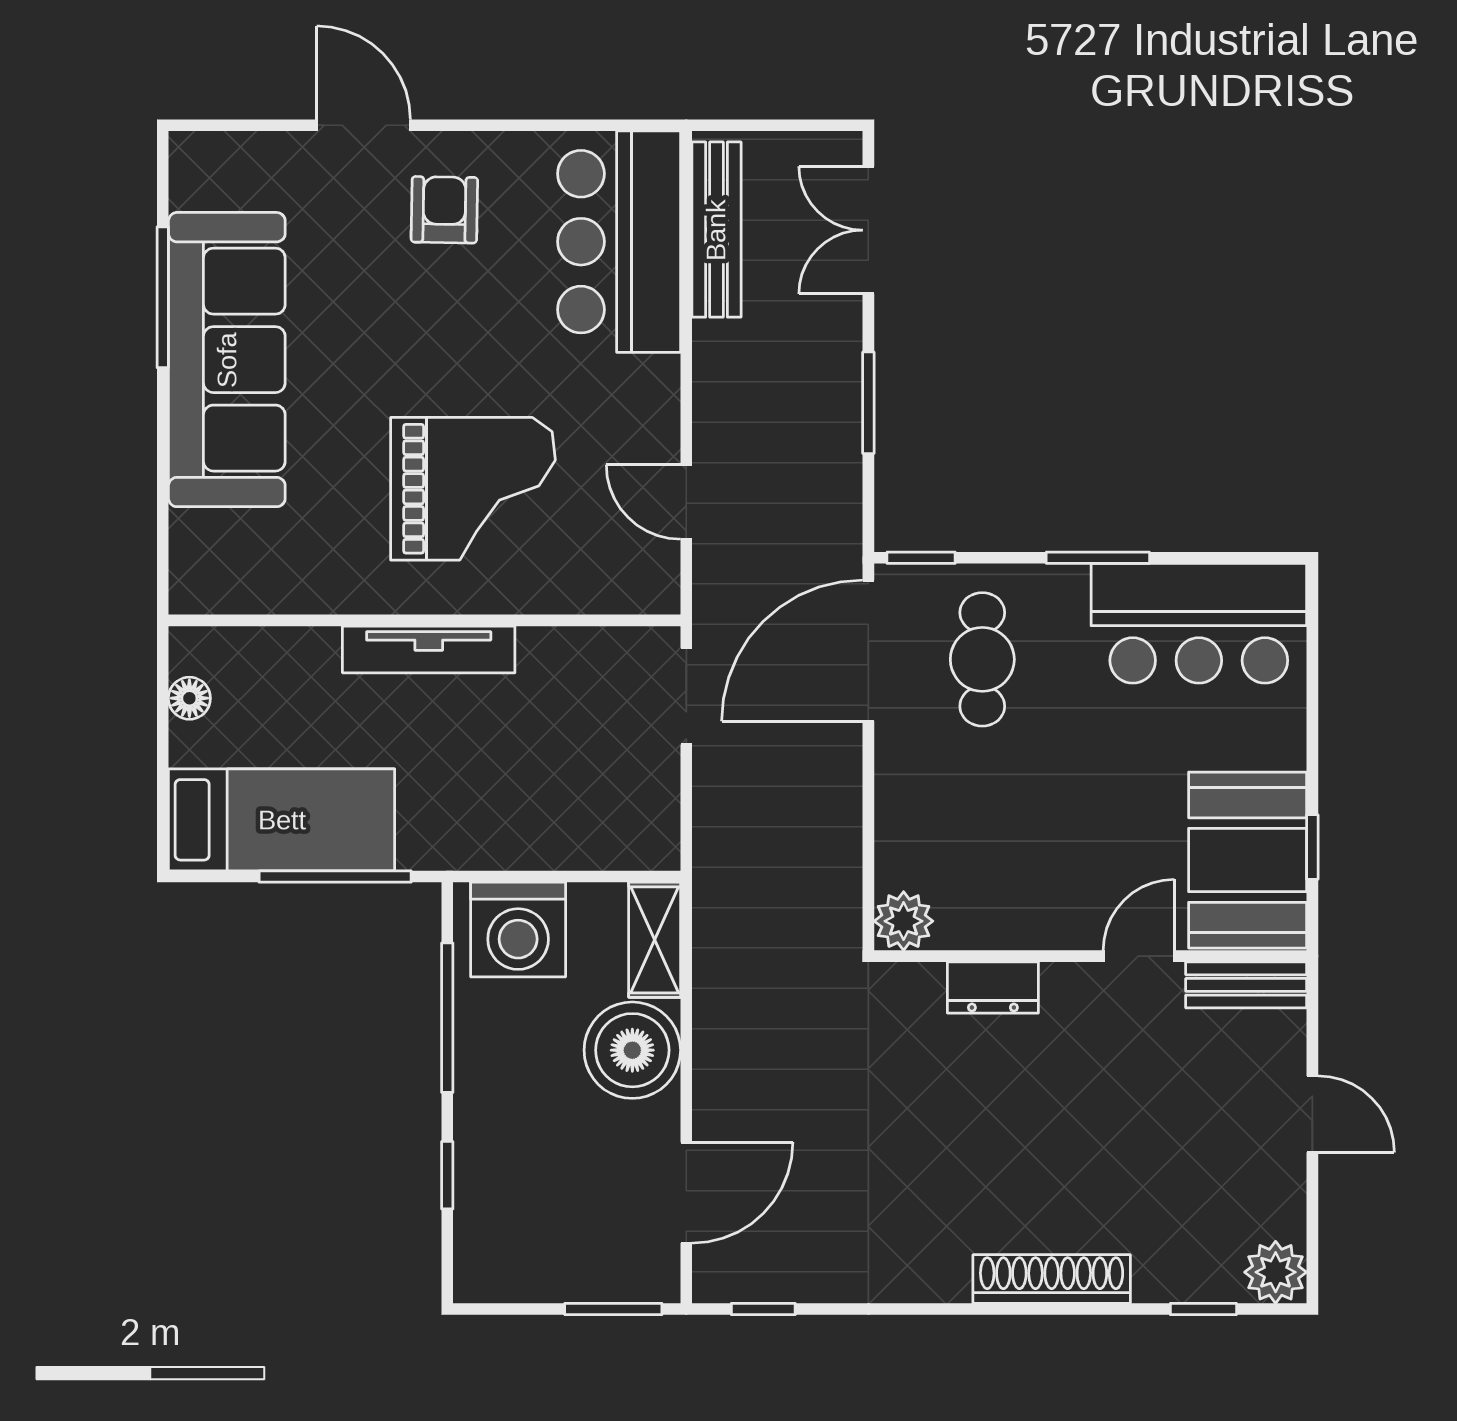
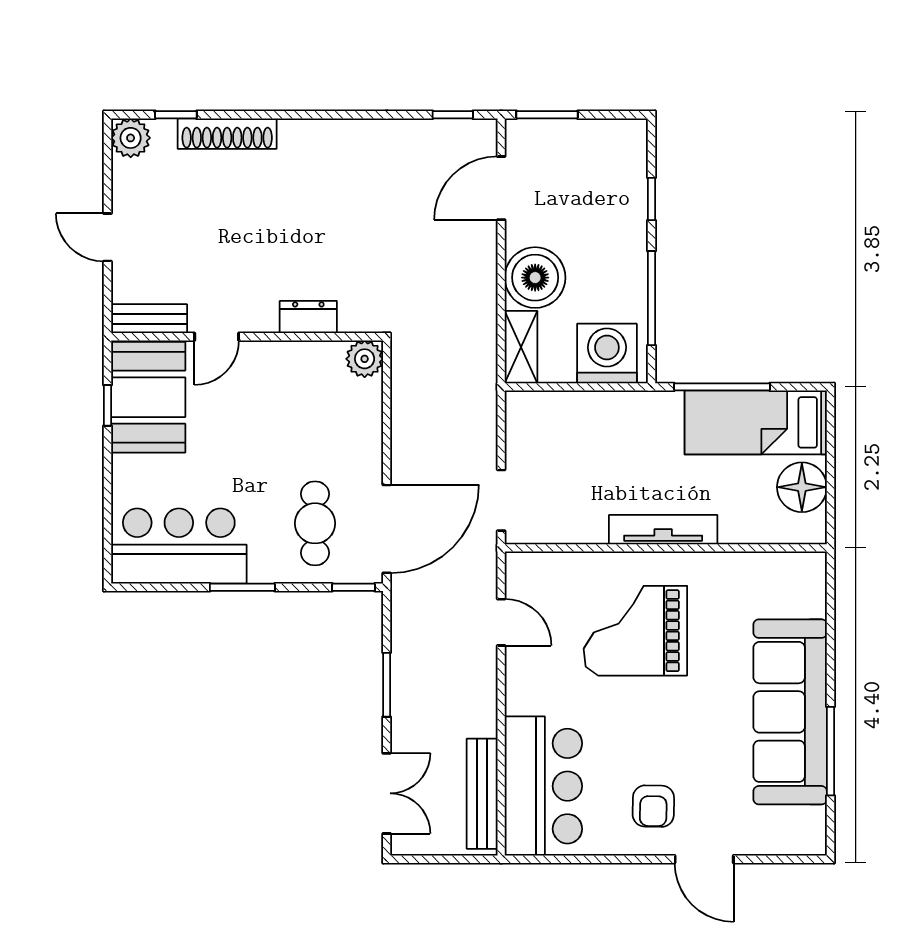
floor lamp: (189, 698) -> (802, 487), width x1.89, depth x1.89
shoe rack: (1052, 1279) -> (227, 134), moved

